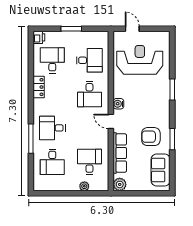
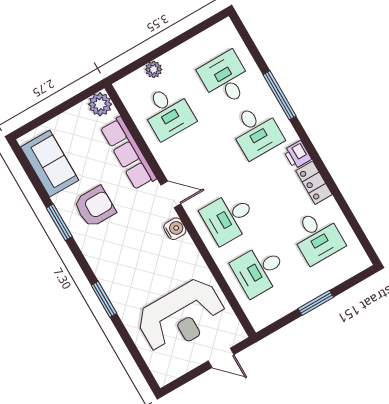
printer: (39, 37) -> (297, 155), moved
desk: (89, 94) -> (229, 217), turned -90
desk: (52, 128) -> (256, 131), turned 90

